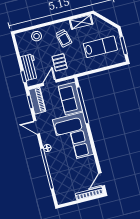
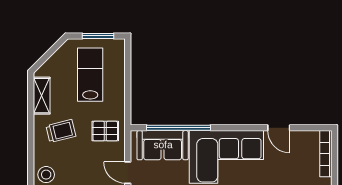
pallet: (60, 62) -> (105, 131), moved
door: (102, 180) -> (279, 128), moved

